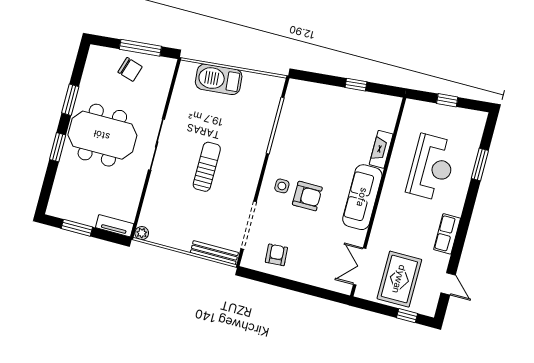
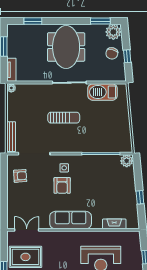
window: (140, 48) -> (127, 56), width x0.46
plant: (99, 59) -> (113, 32), added
barbecue: (219, 79) -> (103, 92), moved, turned -85
plant: (296, 90) -> (127, 161), added
window: (70, 100) -> (100, 21), moved
window: (58, 147) -> (33, 21), moved
fireplace: (381, 149) -> (114, 224), moved

